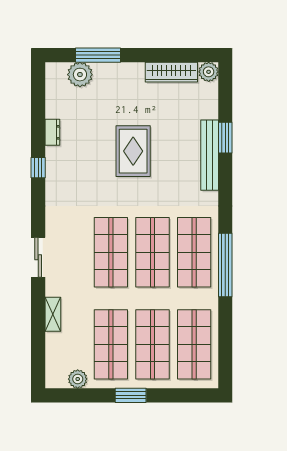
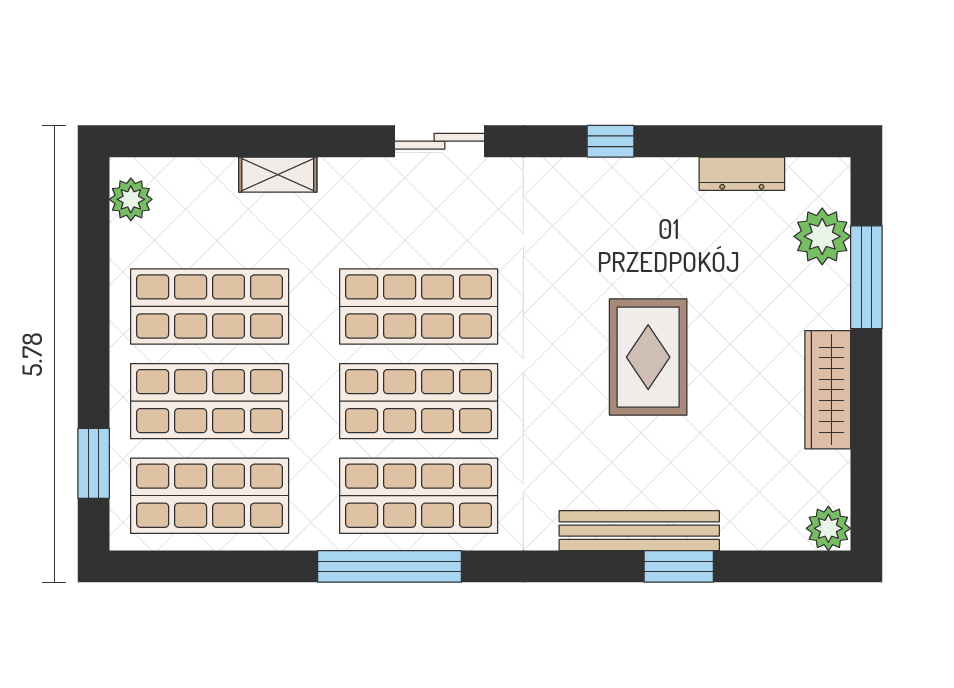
wardrobe: (171, 72) -> (828, 390), moved
dresser: (52, 132) -> (742, 174), moved, width x1.44
rug: (133, 151) -> (648, 357), turned 90
sliding door: (38, 257) -> (440, 141), moved
plant: (78, 379) -> (131, 199), moved
window: (131, 395) -> (94, 463), moved

